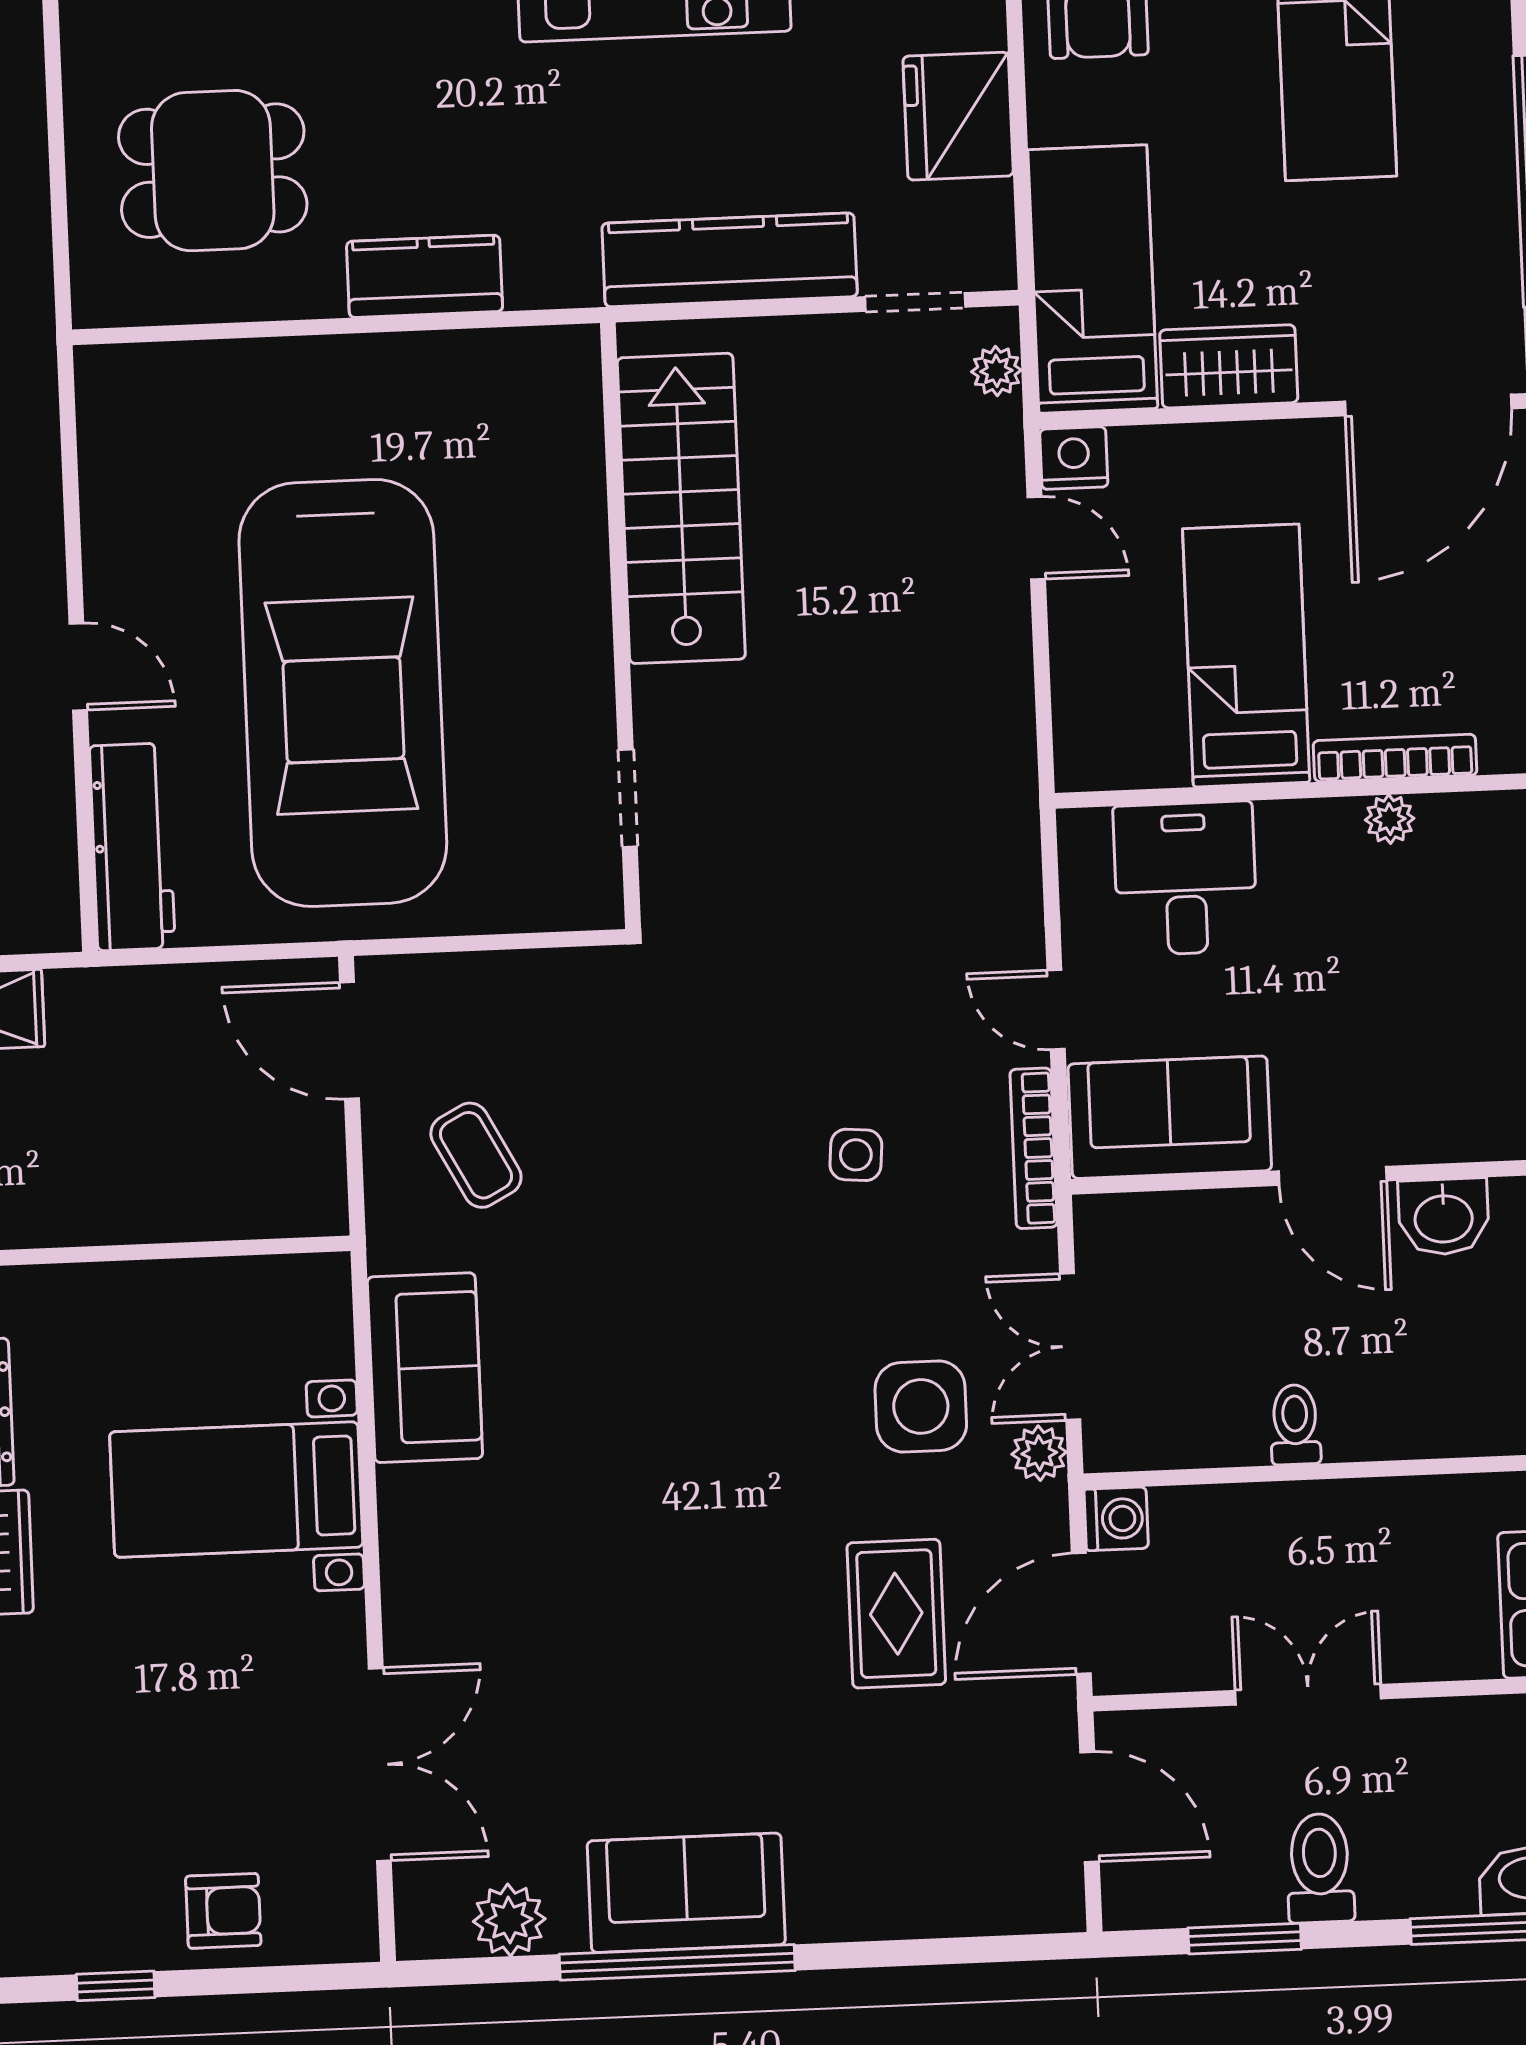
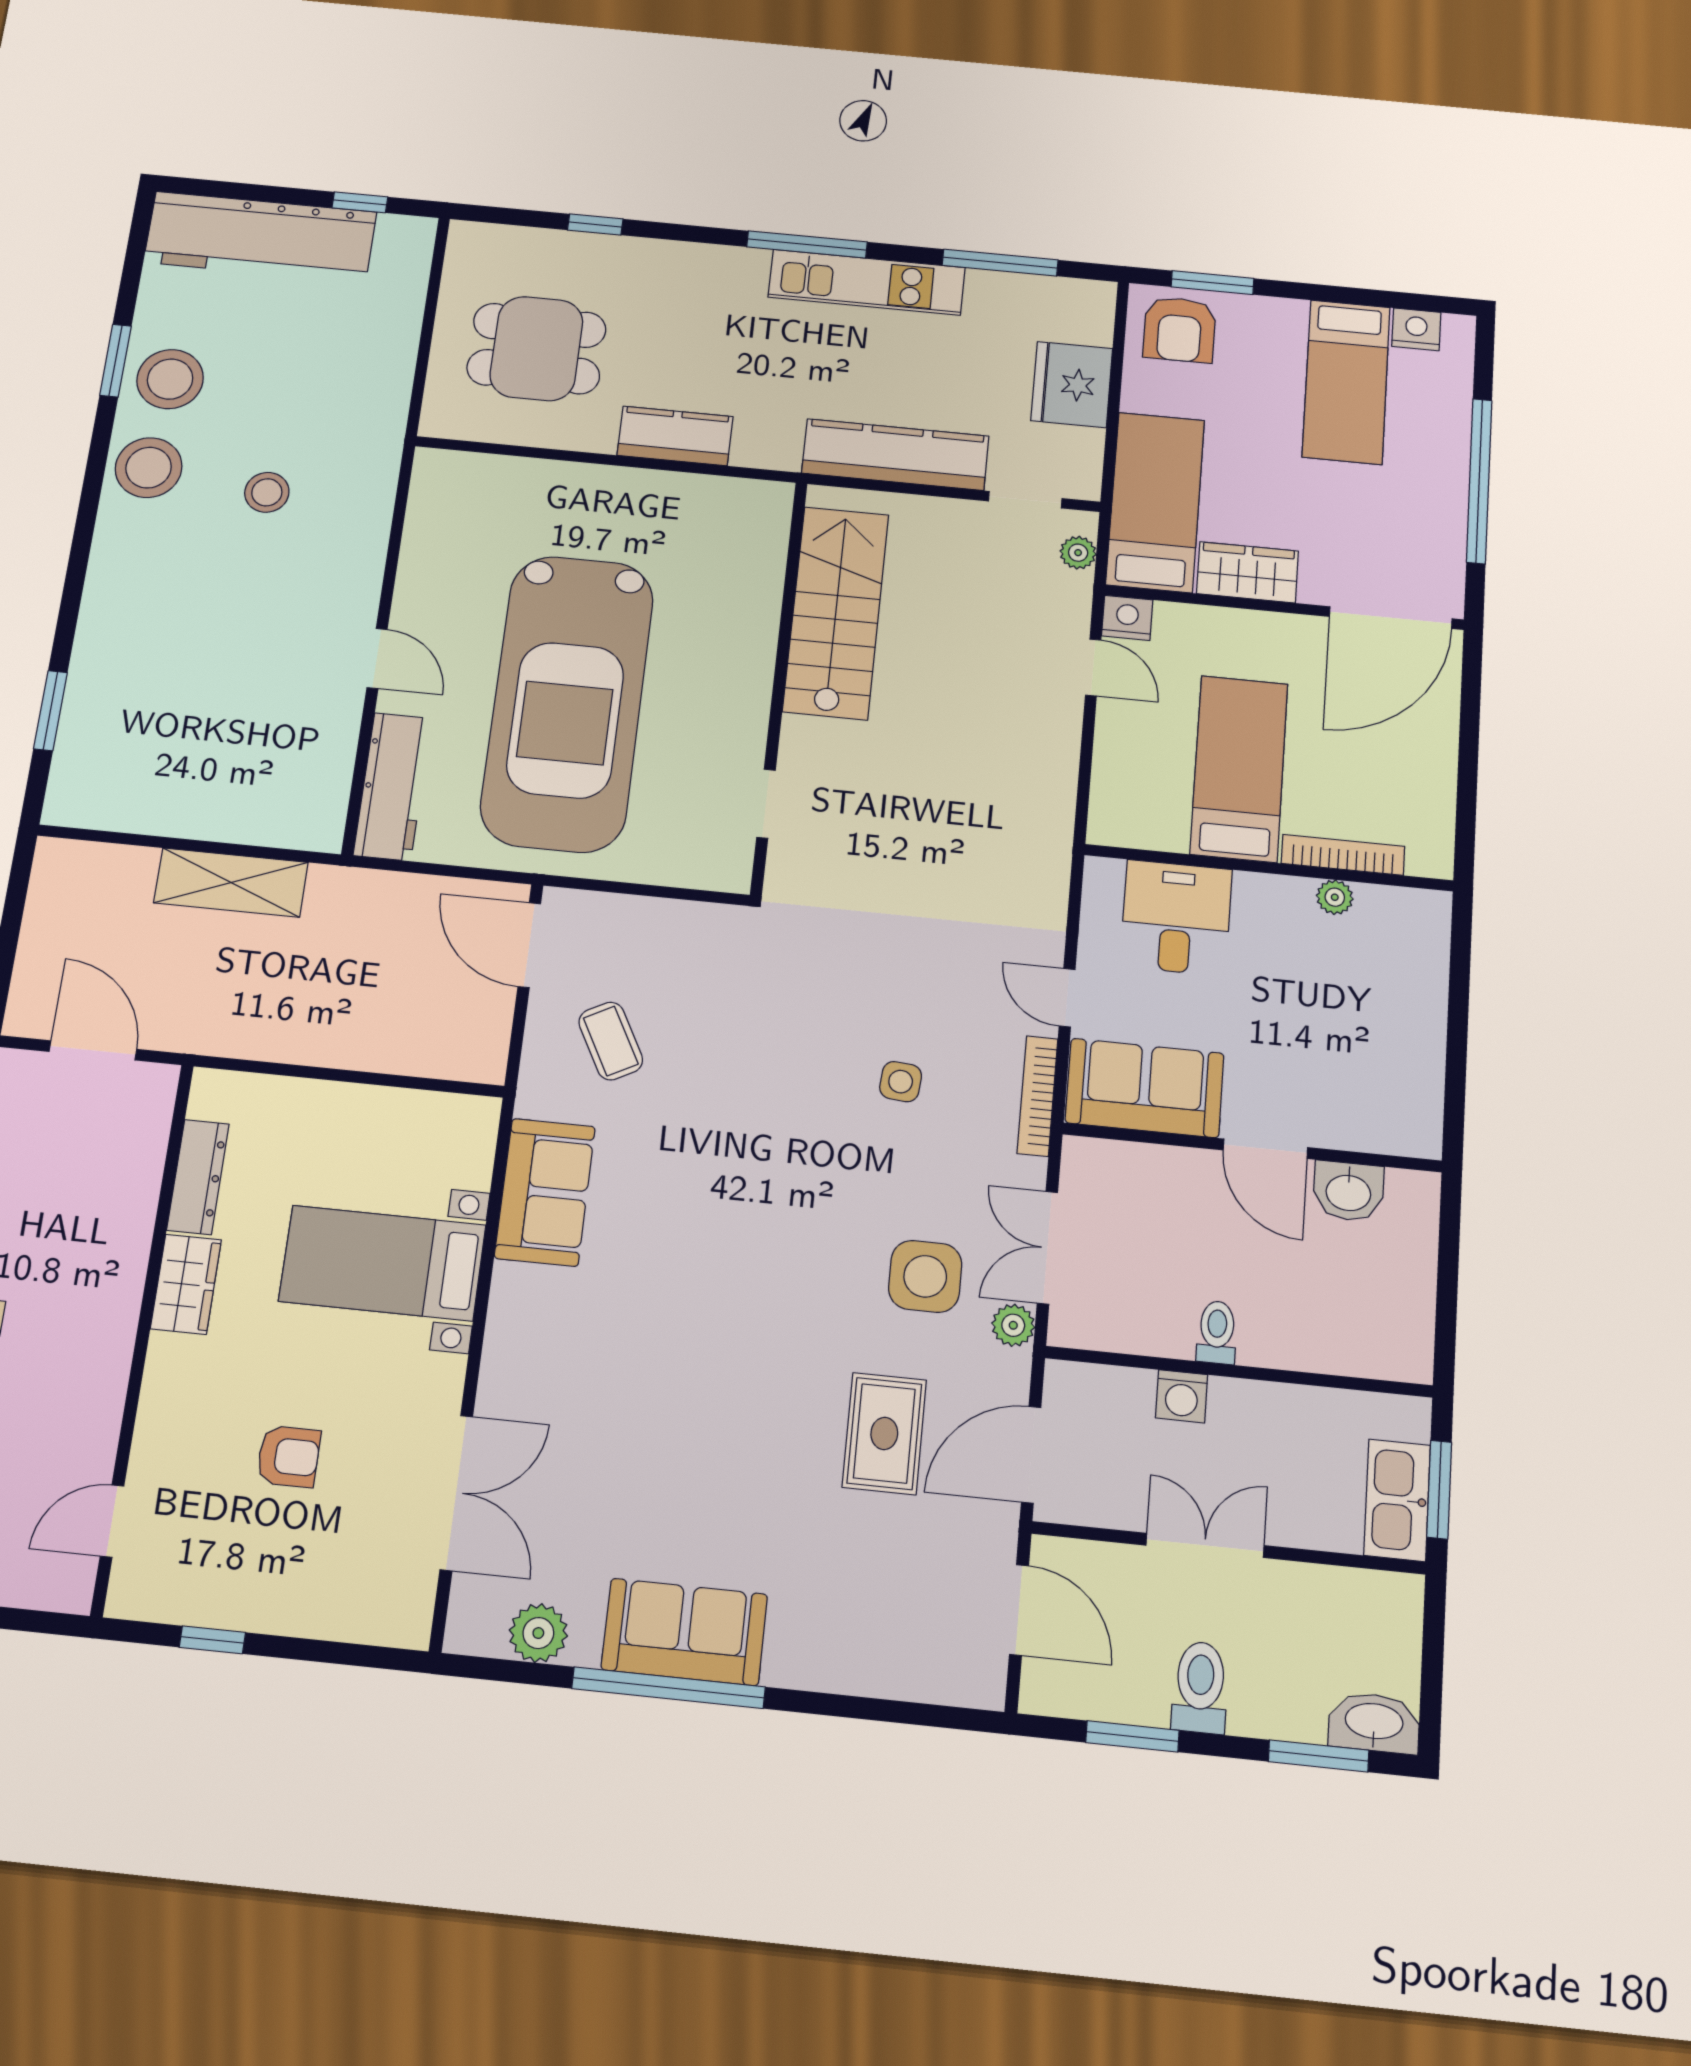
washing machine: (1116, 1519) -> (1182, 1396), moved, turned 90
armchair: (223, 1911) -> (288, 1456), moved

